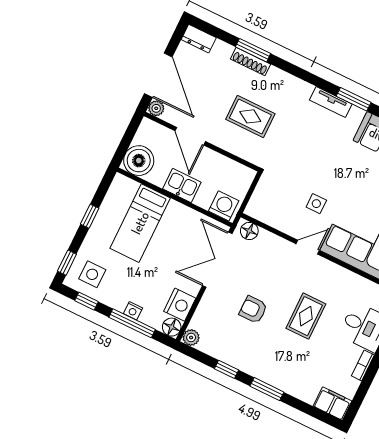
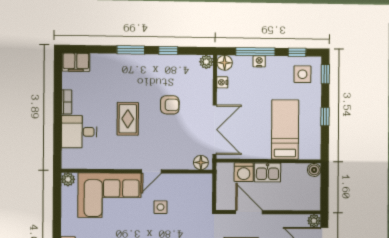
door: (190, 136) -> (249, 212), moved
boiler: (139, 161) -> (314, 170), width x0.54, depth x0.54
washing machine: (224, 206) -> (244, 172), moved
nightstand: (180, 305) -> (222, 82), width x0.53, depth x0.56

